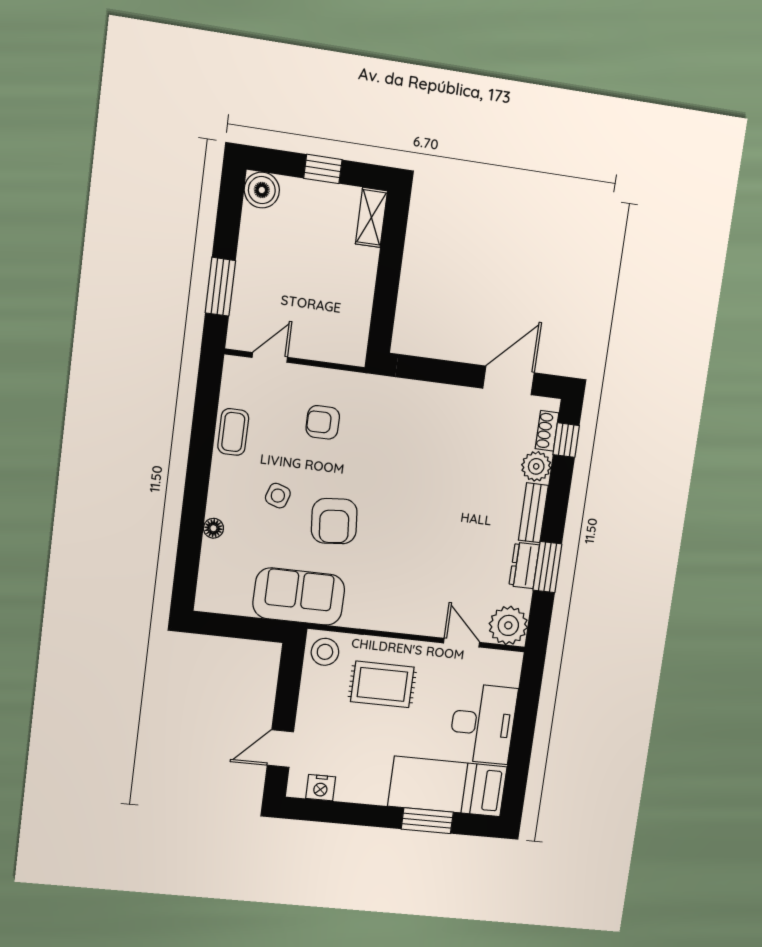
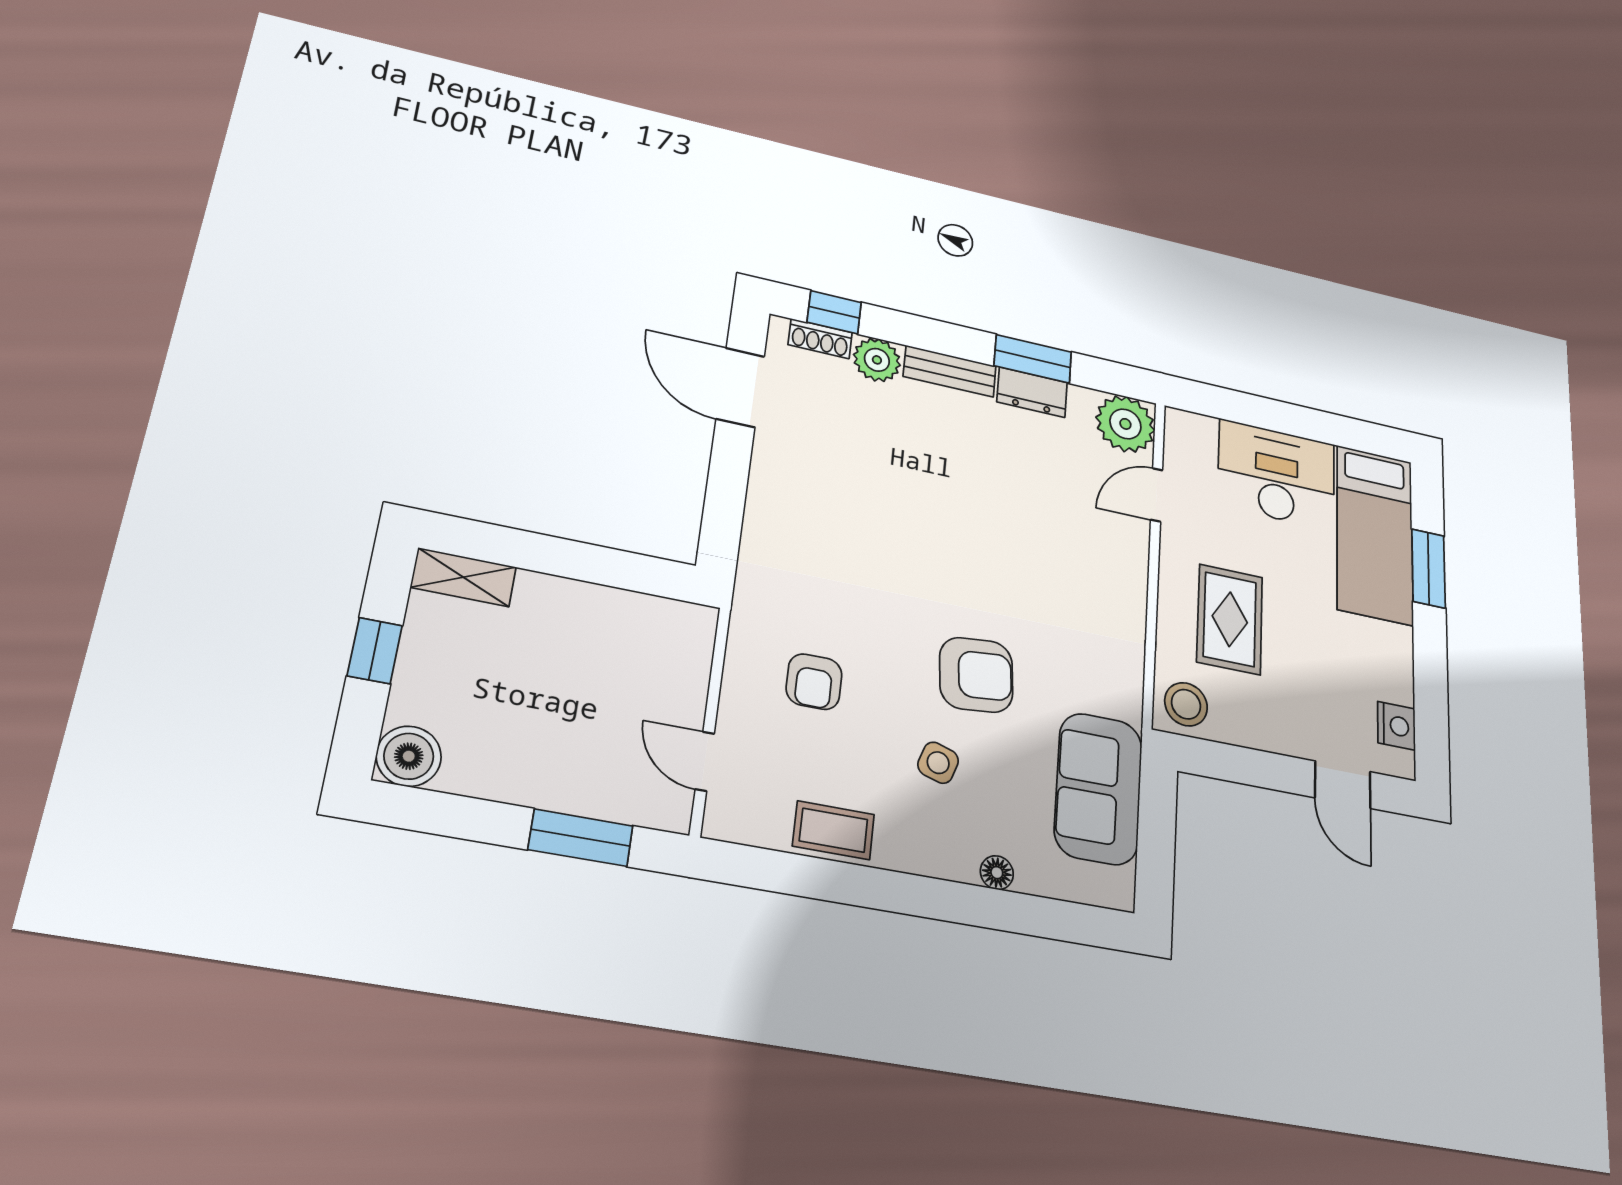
sofa: (299, 597) -> (1098, 789), moved

